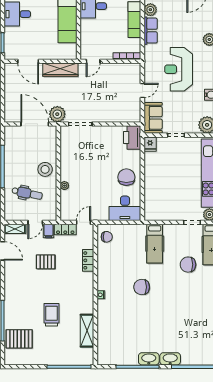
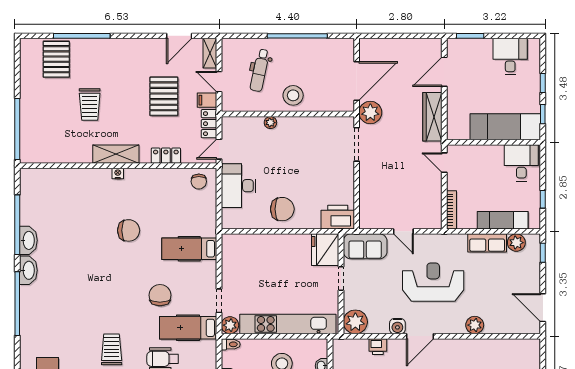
fridge: (150, 144) -> (325, 250), width x1.88, depth x1.34
desk: (125, 208) -> (239, 186), moved
door: (83, 222) -> (219, 149), swing flipped
pallet: (46, 262) -> (164, 96), width x1.50, depth x1.42
chair: (142, 287) -> (129, 230), turned 90
trolley: (52, 315) -> (90, 105), turned 90
shelving: (87, 331) -> (116, 154), moved

